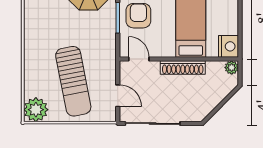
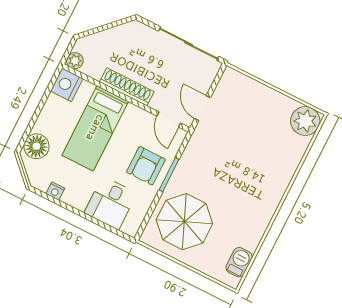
sun lounger: (73, 81) -> (250, 131), removed
door: (118, 96) -> (203, 108), moved

